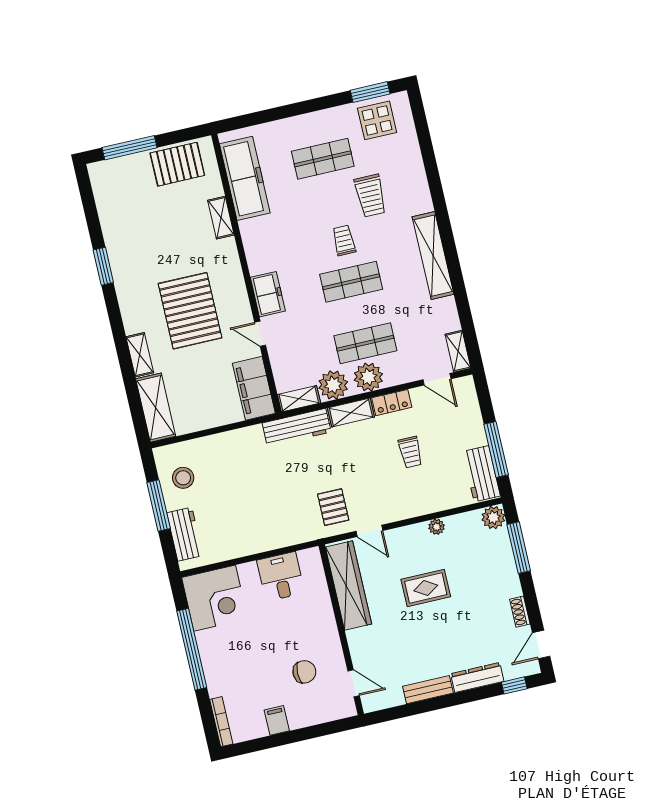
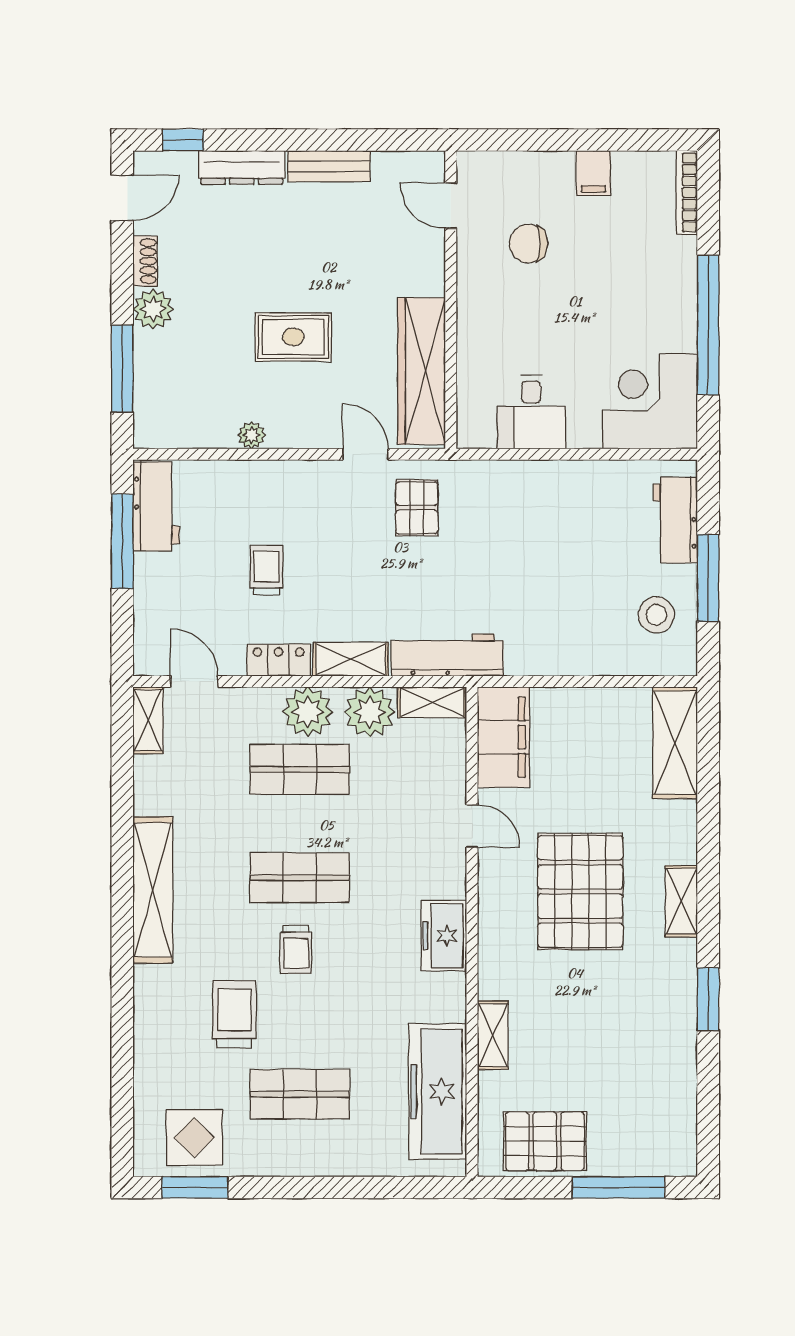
freezer: (268, 294) -> (444, 936), moved
shelving: (140, 355) -> (681, 901), moved
plant: (493, 517) -> (153, 309), moved

